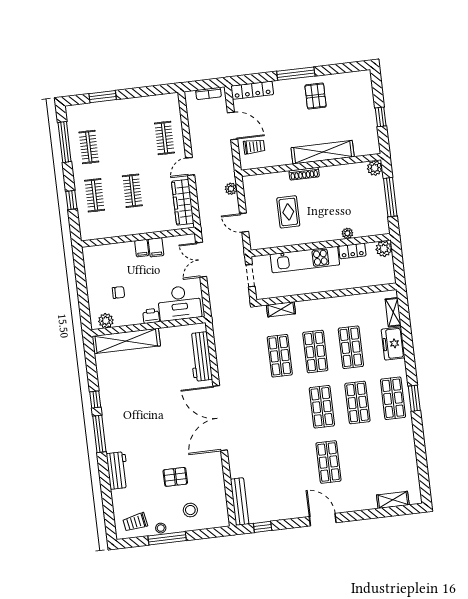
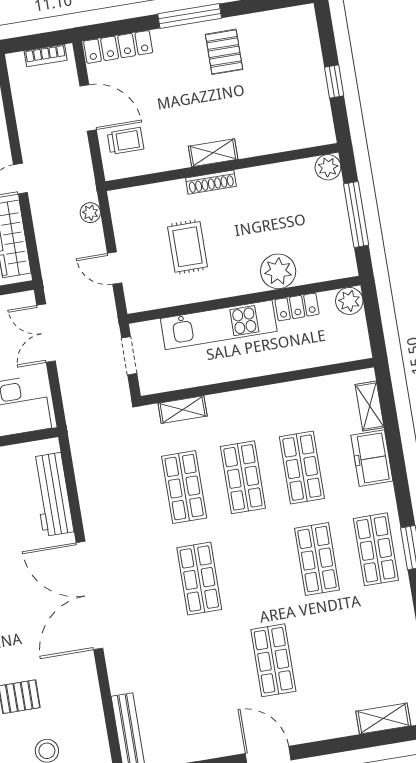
shelving: (323, 152) -> (213, 153), width x0.45, depth x0.75
plant: (347, 233) -> (278, 271), width x1.88, depth x1.88
shop shelf: (322, 407) -> (199, 579), moved

